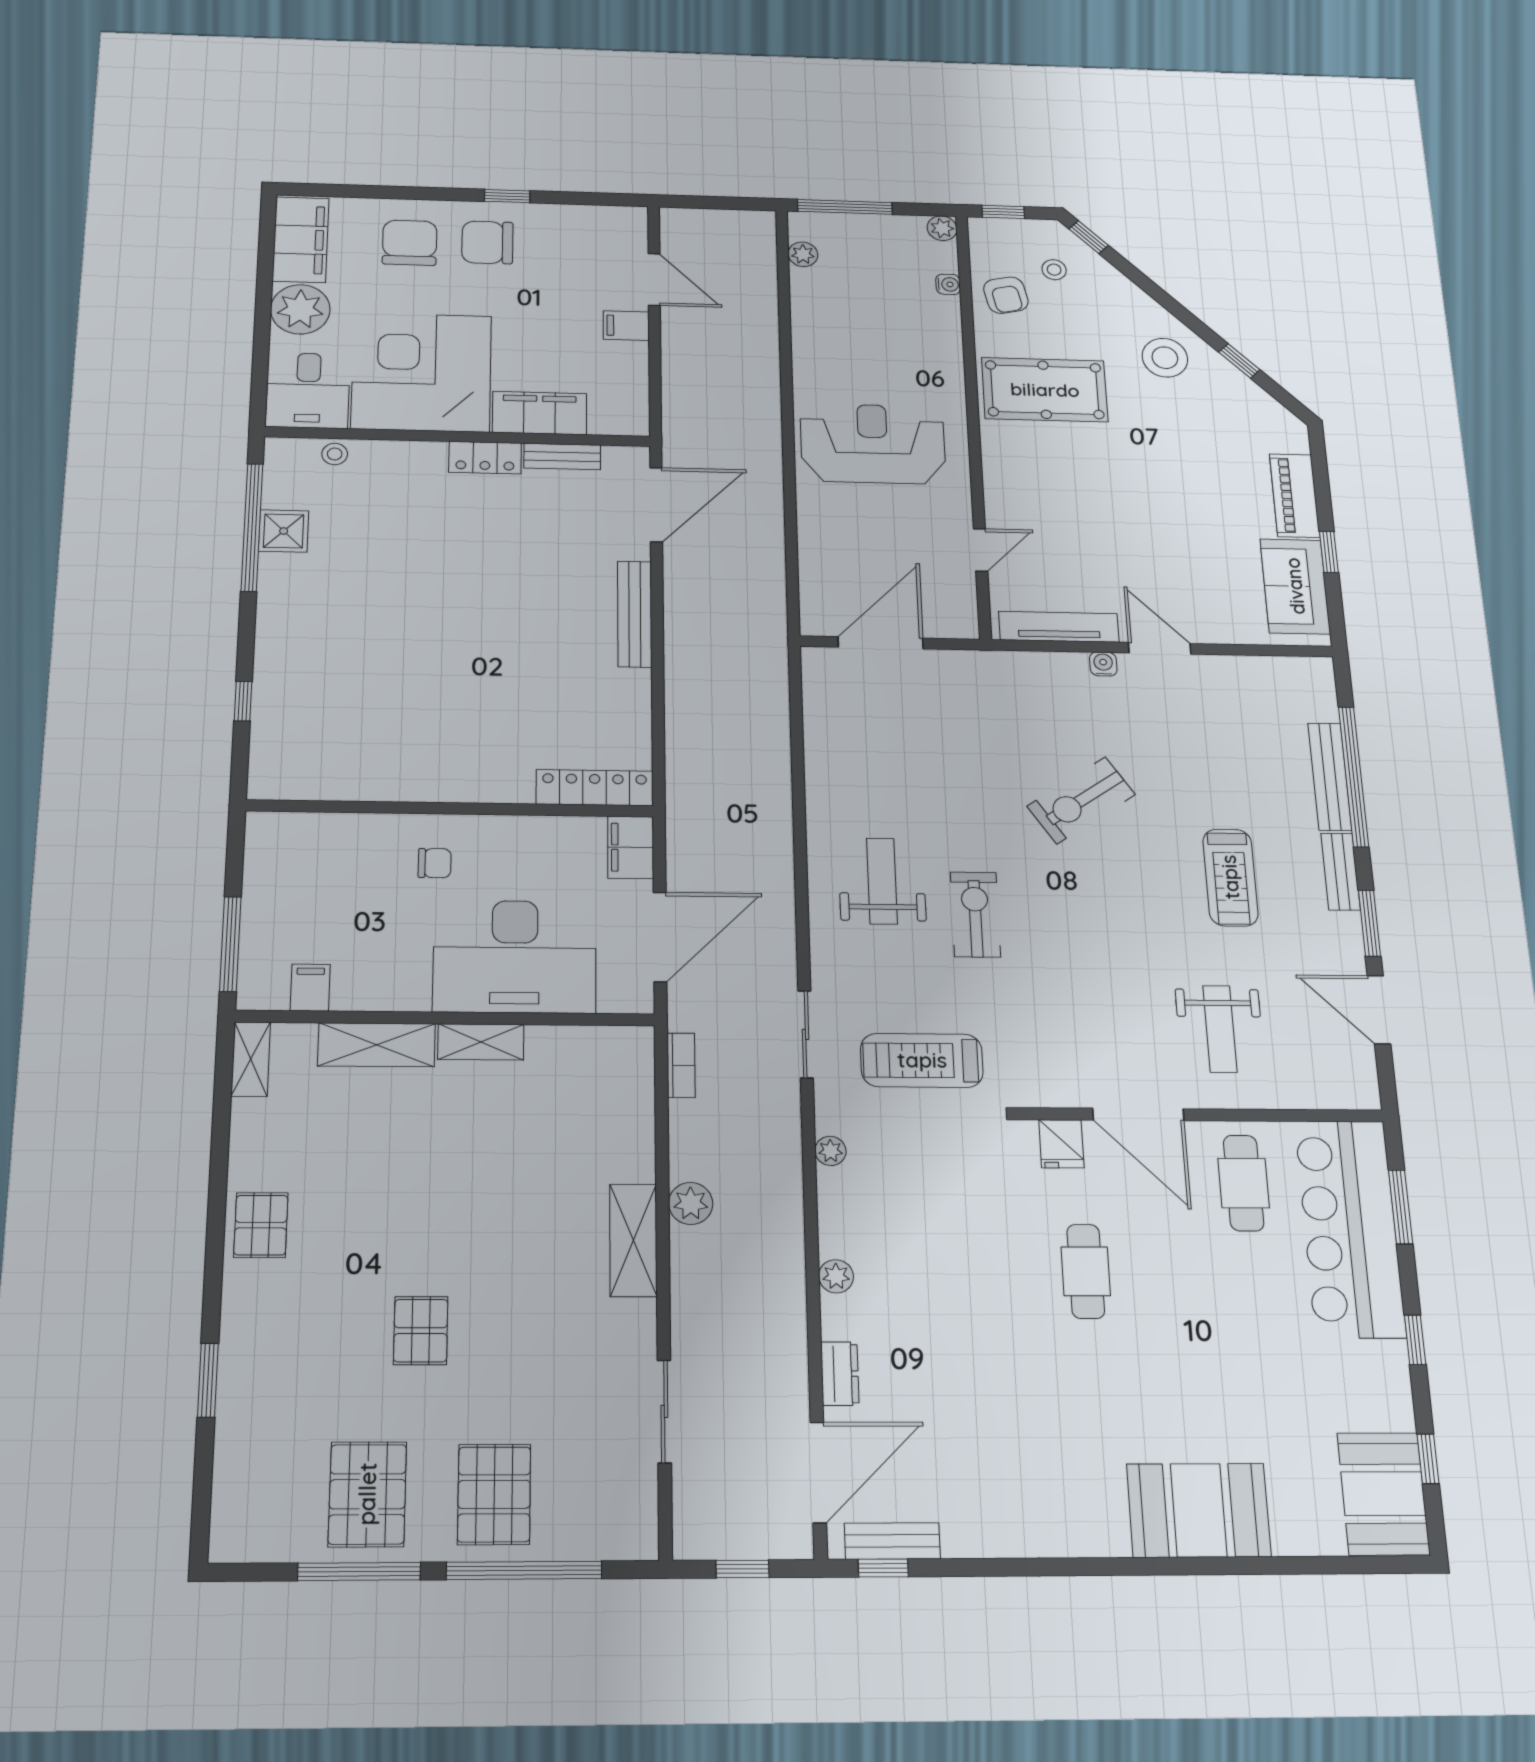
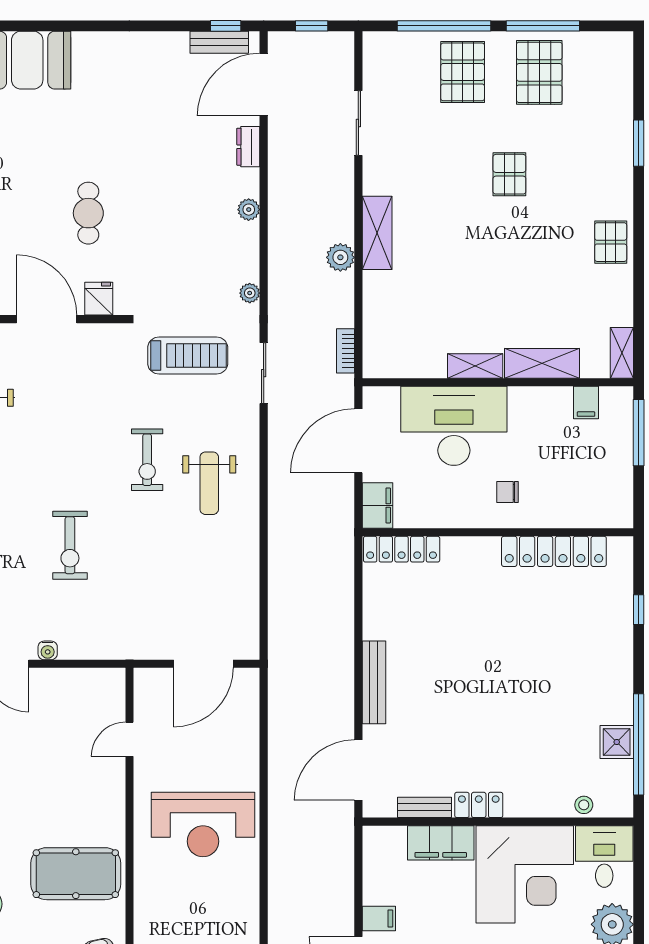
tv unit: (1059, 627) -> (77, 679), removed
locker: (367, 781) -> (554, 551), added
exercise bike: (1081, 800) -> (70, 545), turned 124

